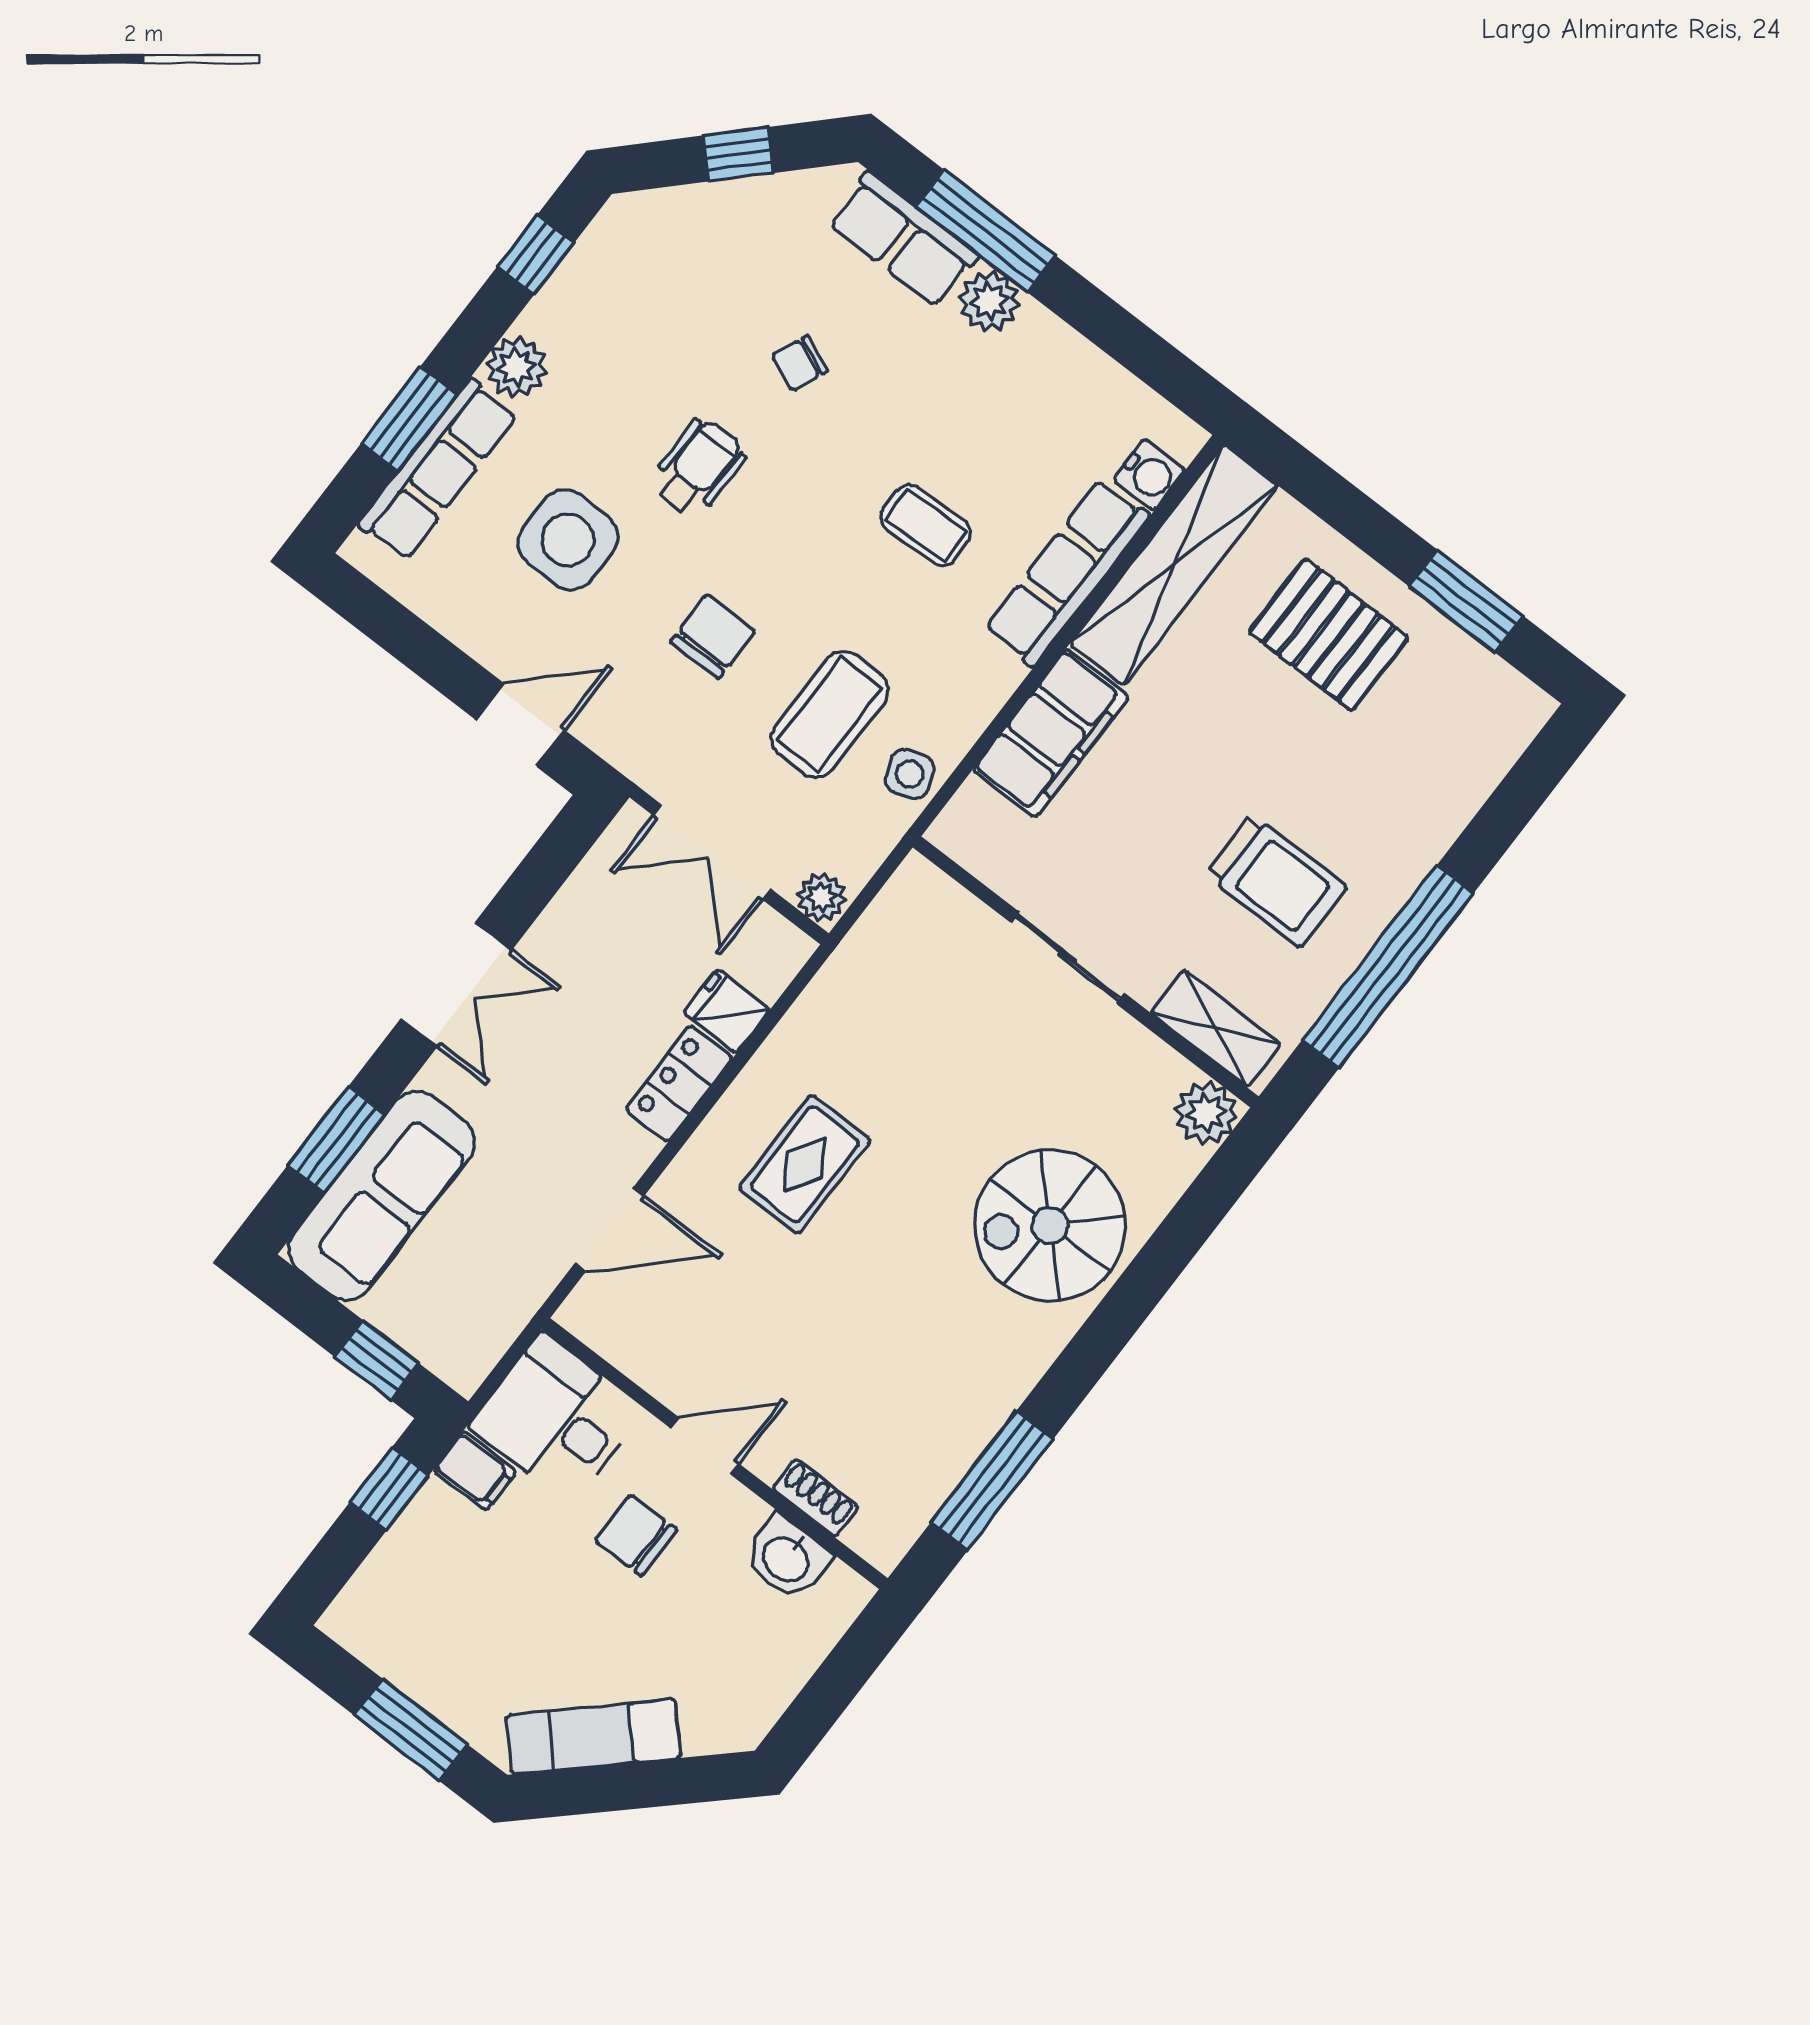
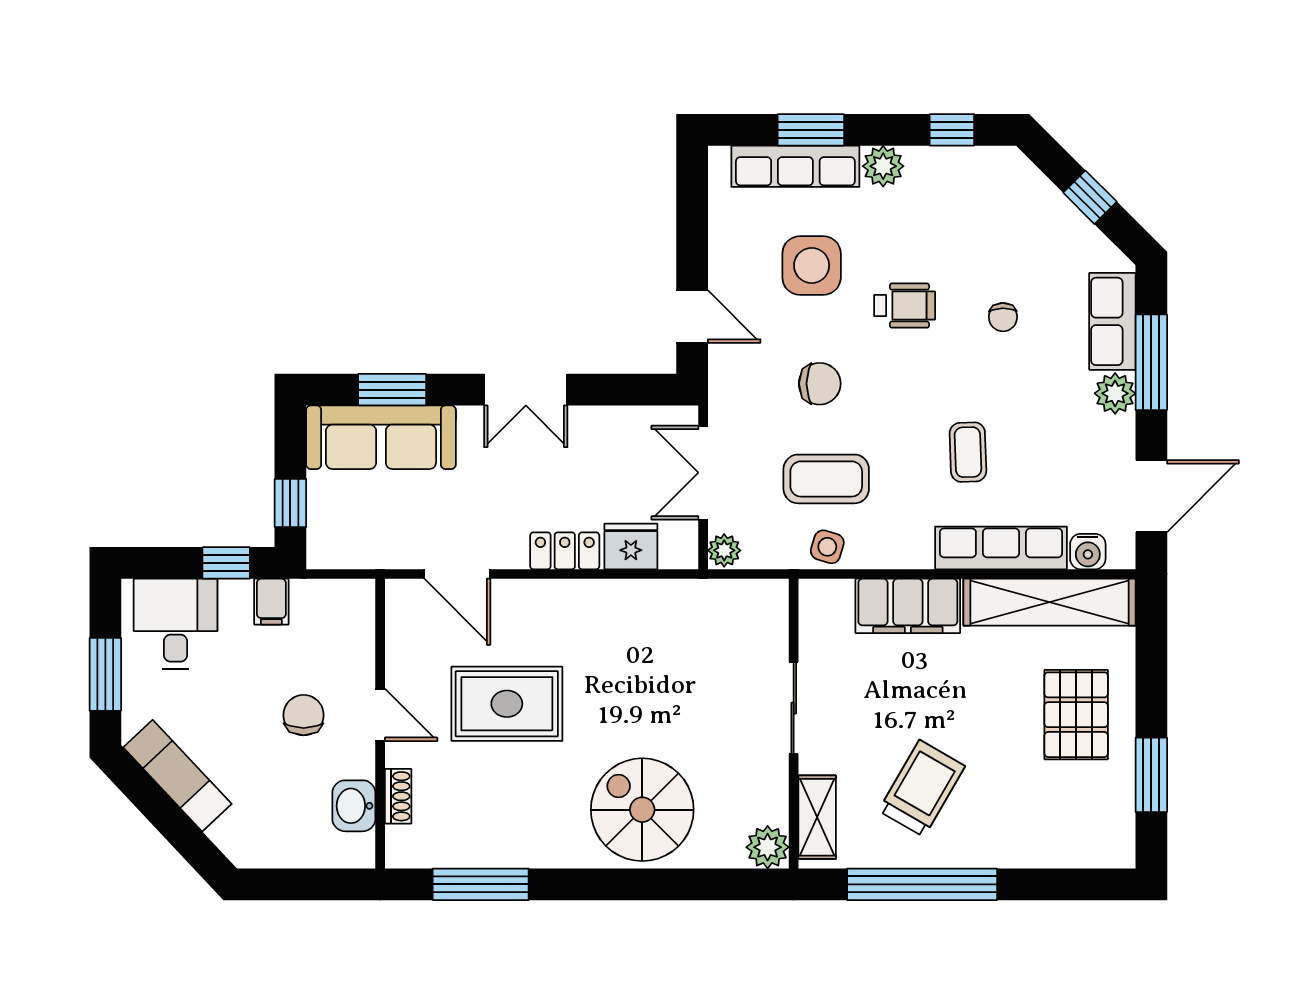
door: (1141, 351) -> (1151, 496), added
chair: (800, 363) -> (1003, 317), turned -114
side table: (910, 774) -> (827, 547), turned 36
trolley: (1276, 881) -> (922, 788), turned -150
fridge: (727, 1011) -> (631, 547), width x1.38
rug: (805, 1164) -> (507, 704), moved, width x1.36, depth x1.43
desk: (556, 1418) -> (176, 624), moved

